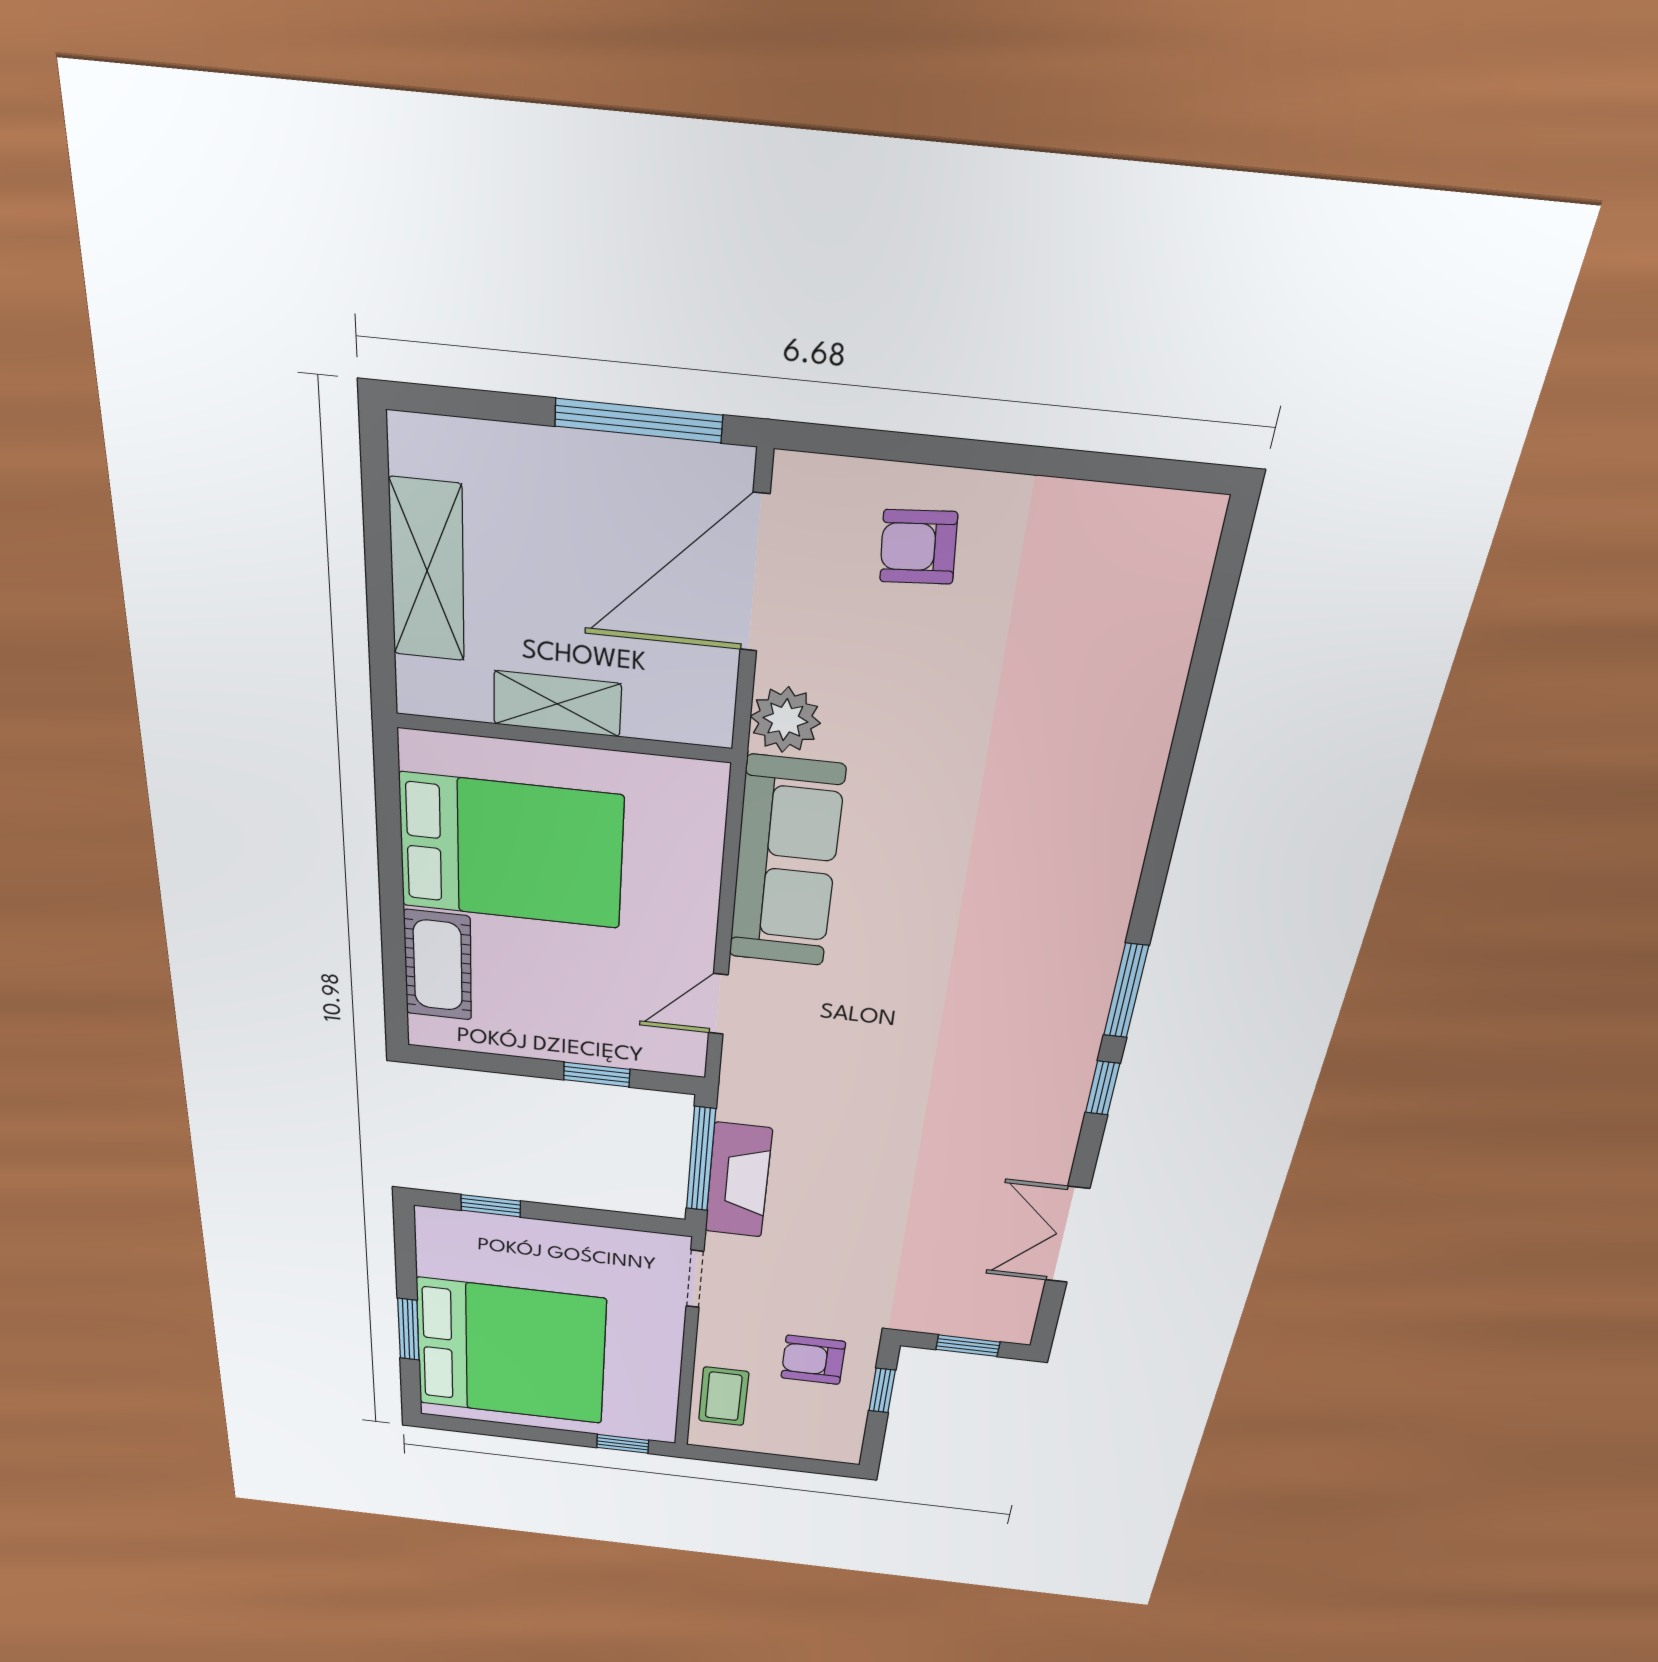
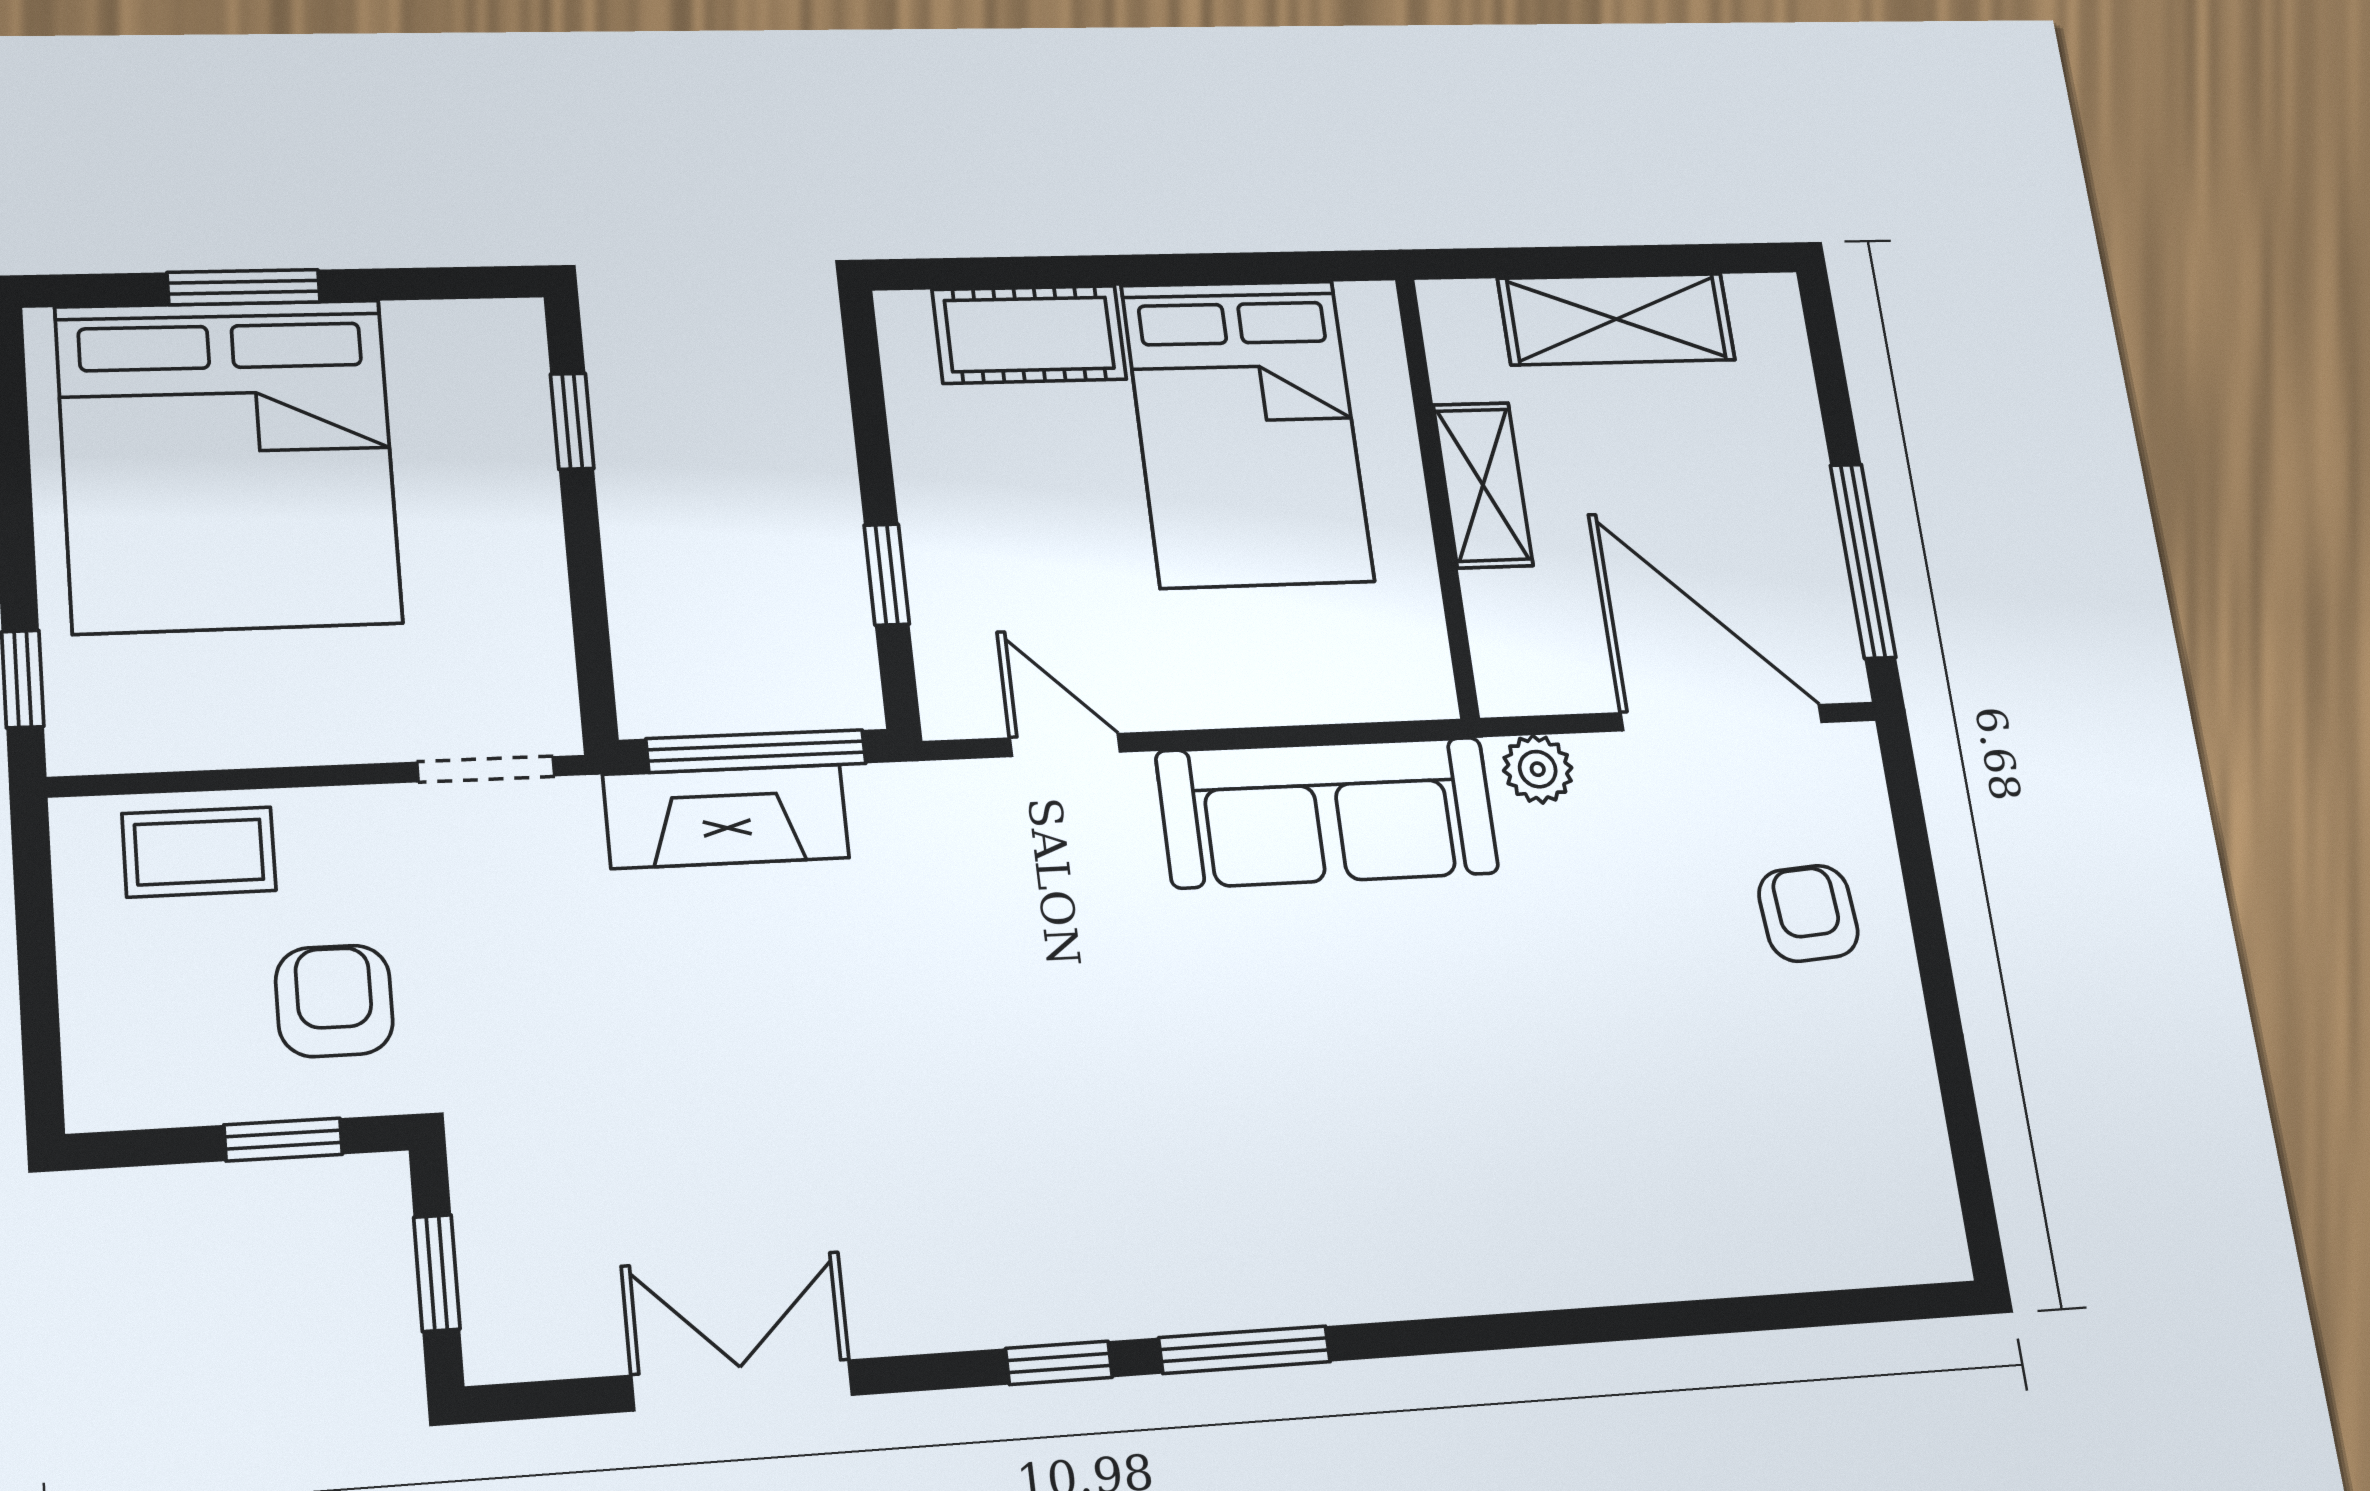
plant: (785, 720) -> (1538, 769), width x0.73, depth x0.73

